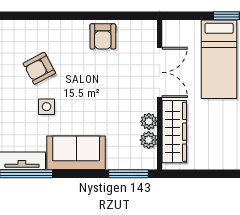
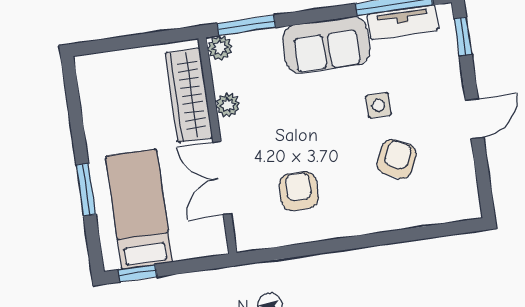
armchair: (103, 36) -> (299, 191), moved
armchair: (39, 68) -> (397, 159), turned -37
plant: (149, 140) -> (220, 48), moved

